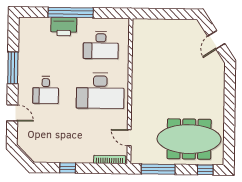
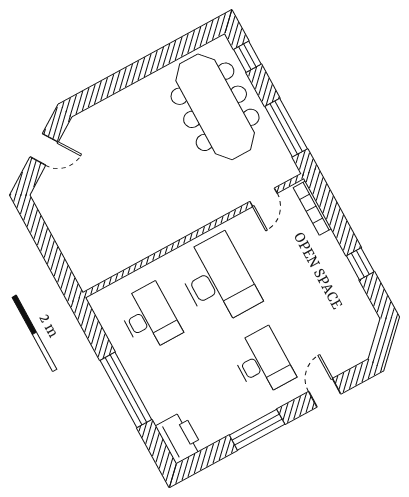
printer: (64, 27) -> (179, 437), moved
desk: (46, 90) -> (262, 362), width x1.37

